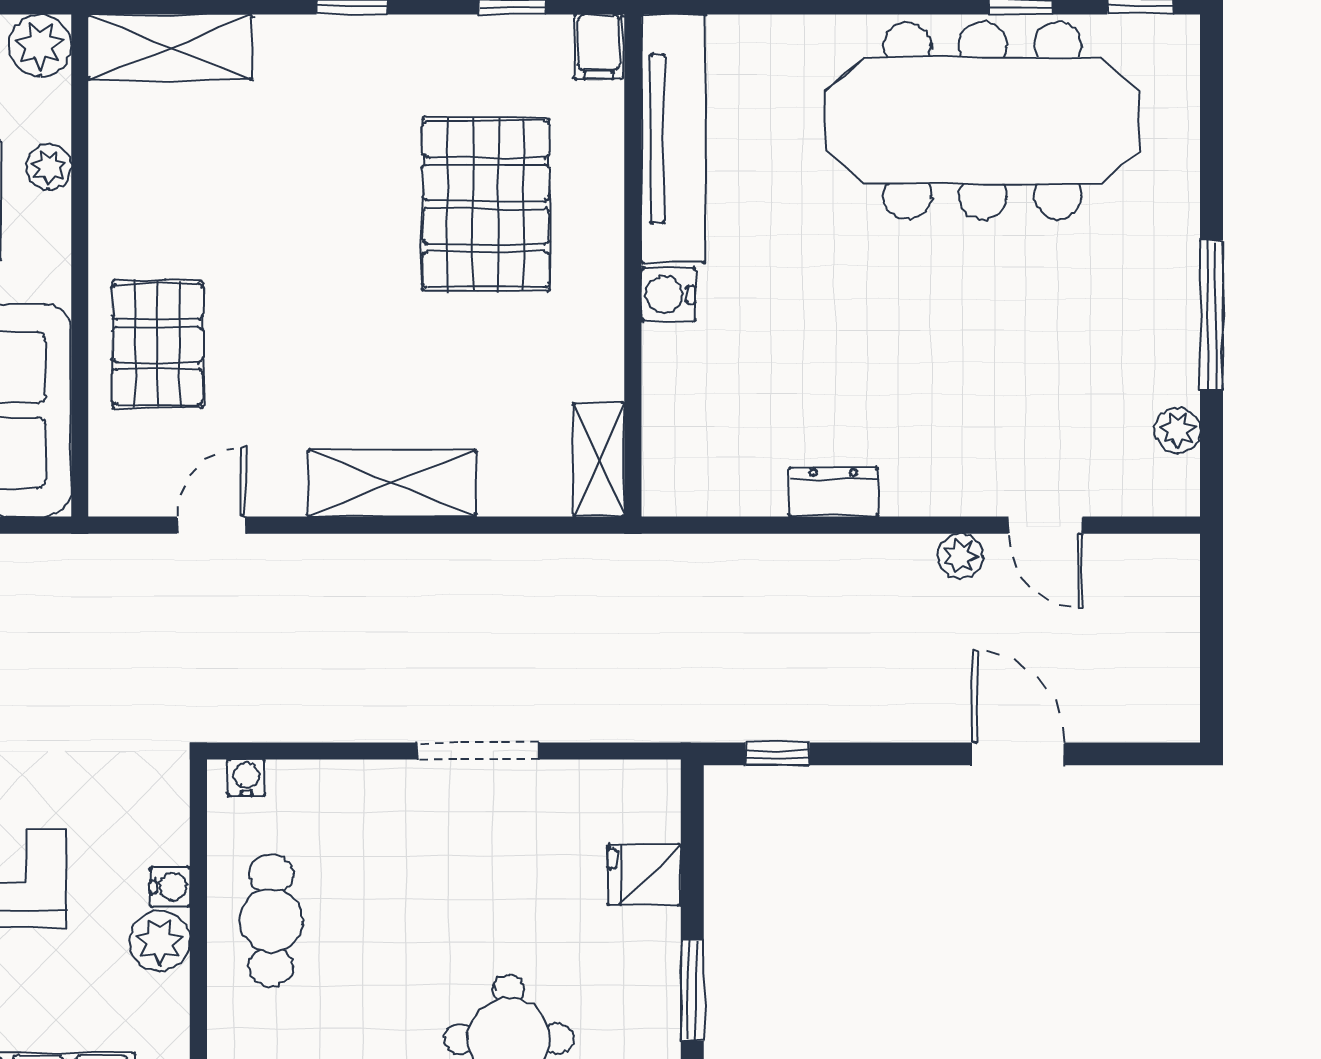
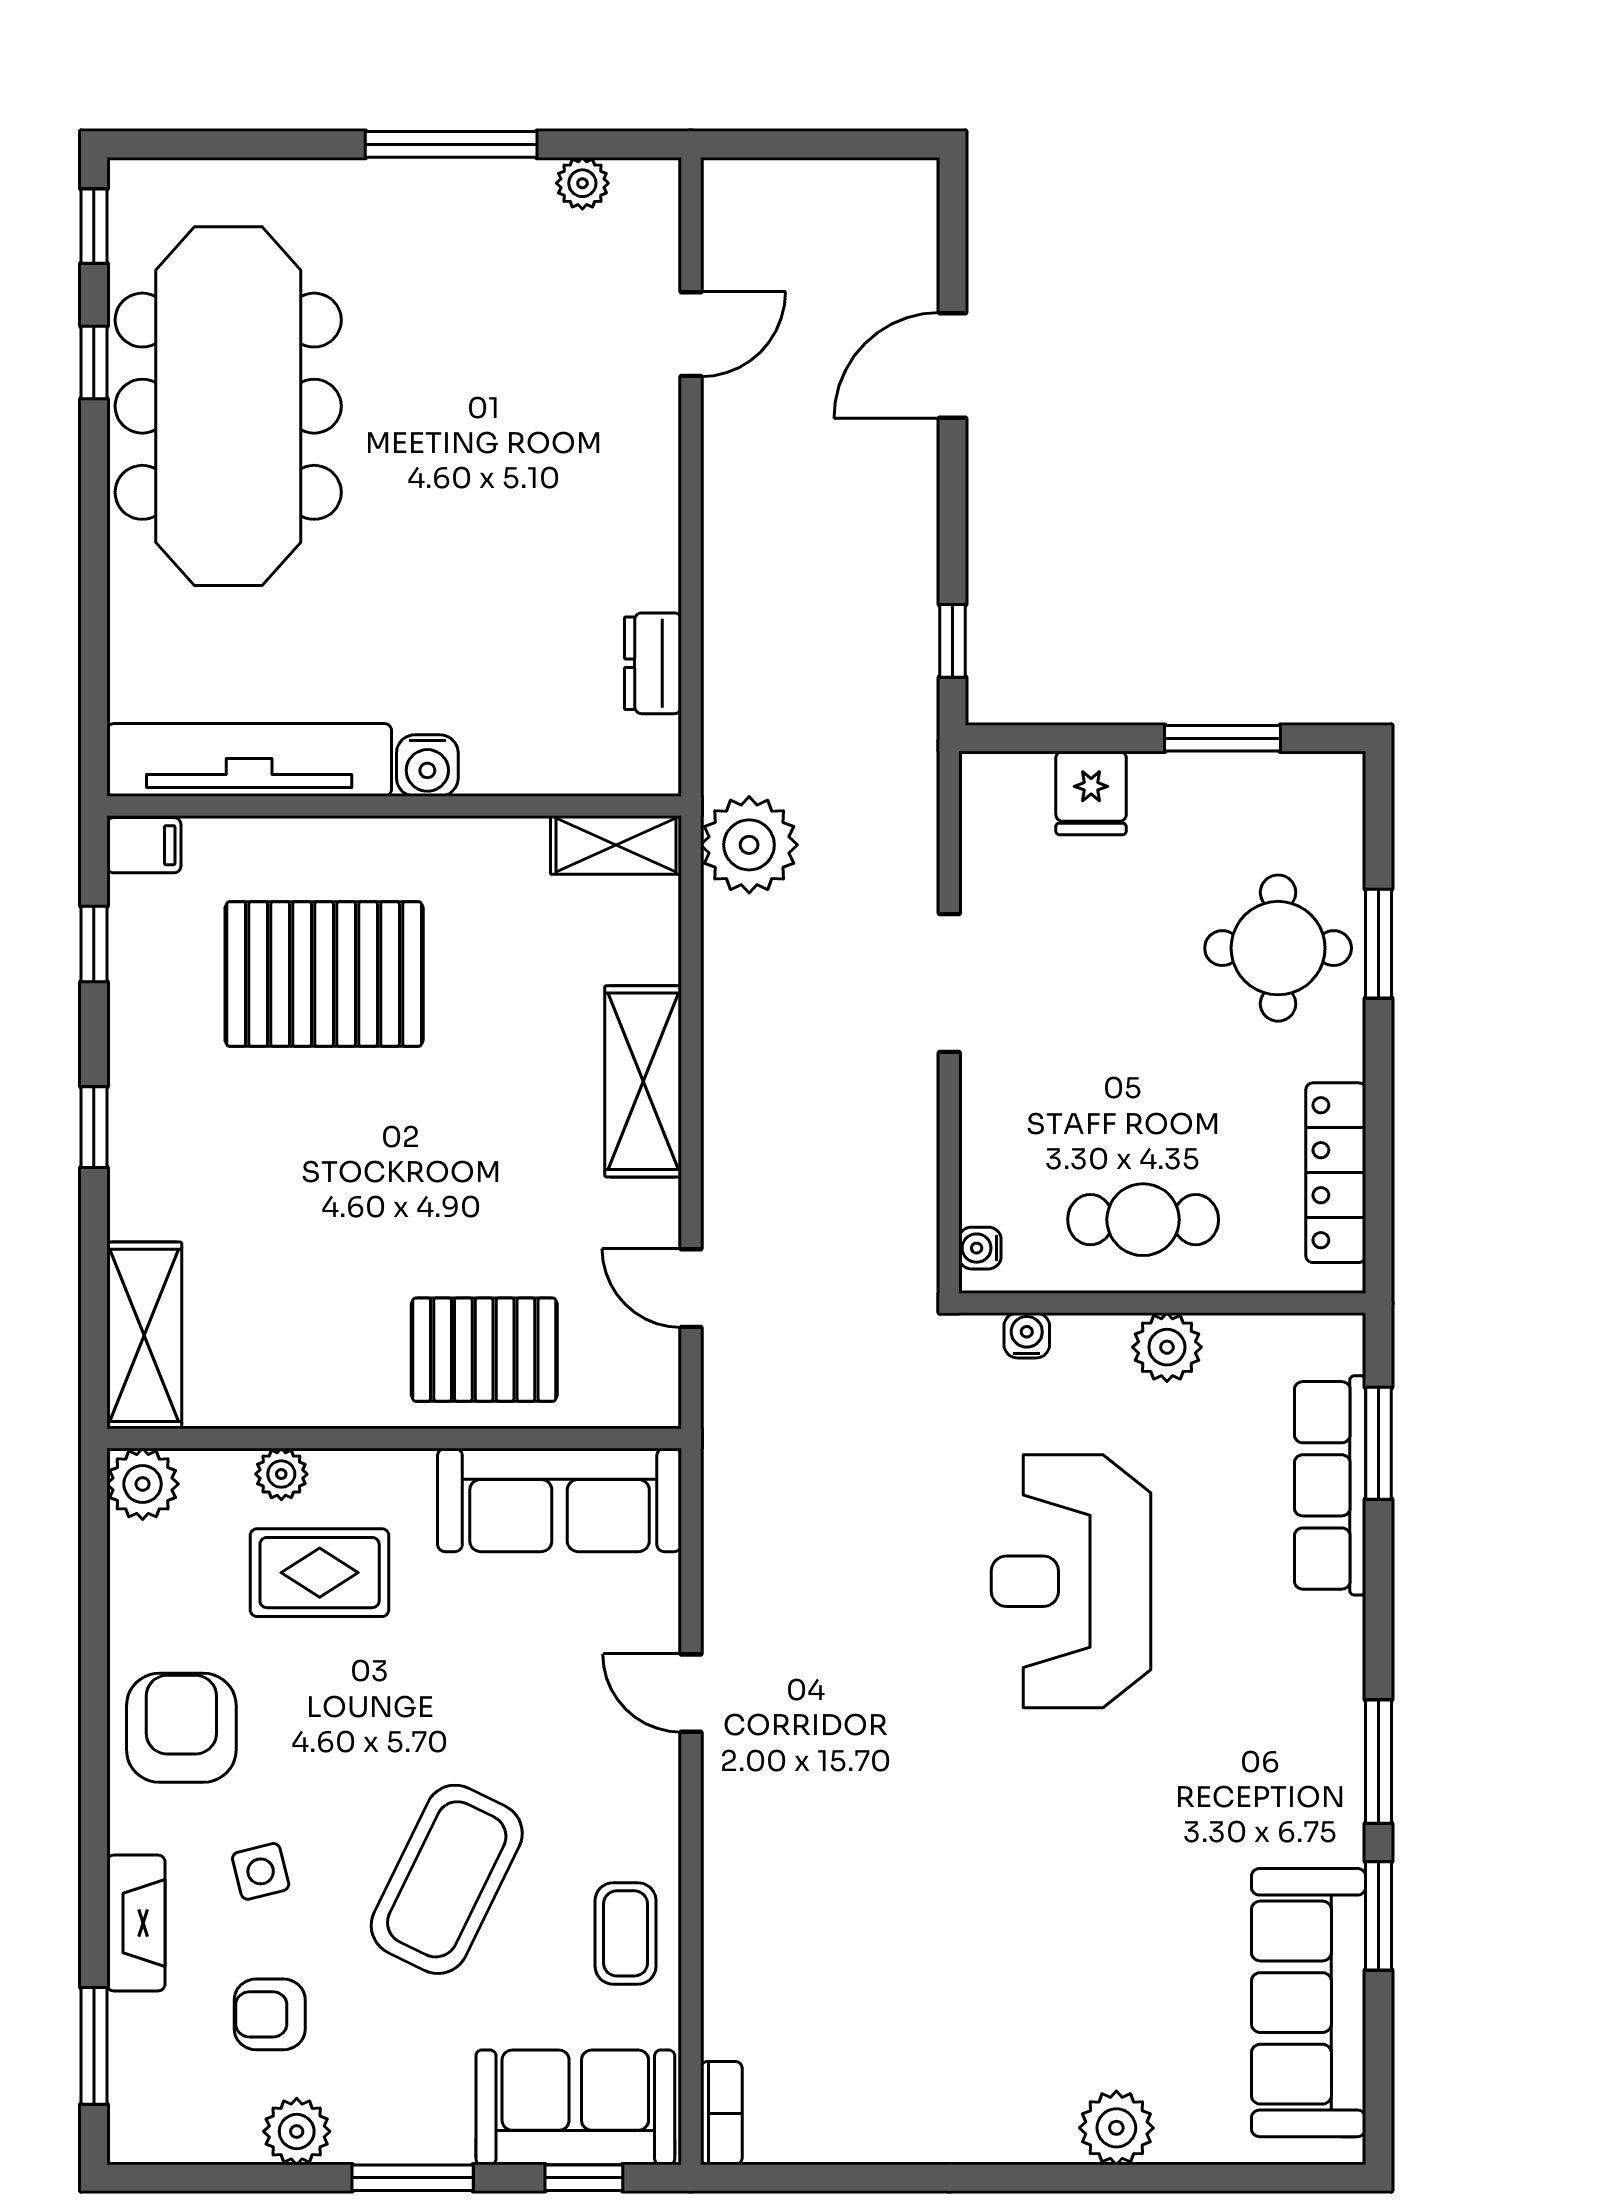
dresser: (833, 492) -> (653, 663), moved
plant: (960, 556) -> (749, 845), moved, width x1.88, depth x1.88
water cooler: (170, 887) -> (1027, 1335), moved

